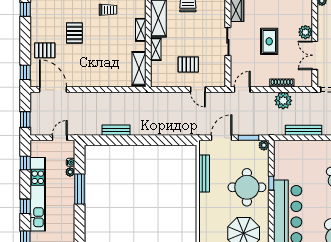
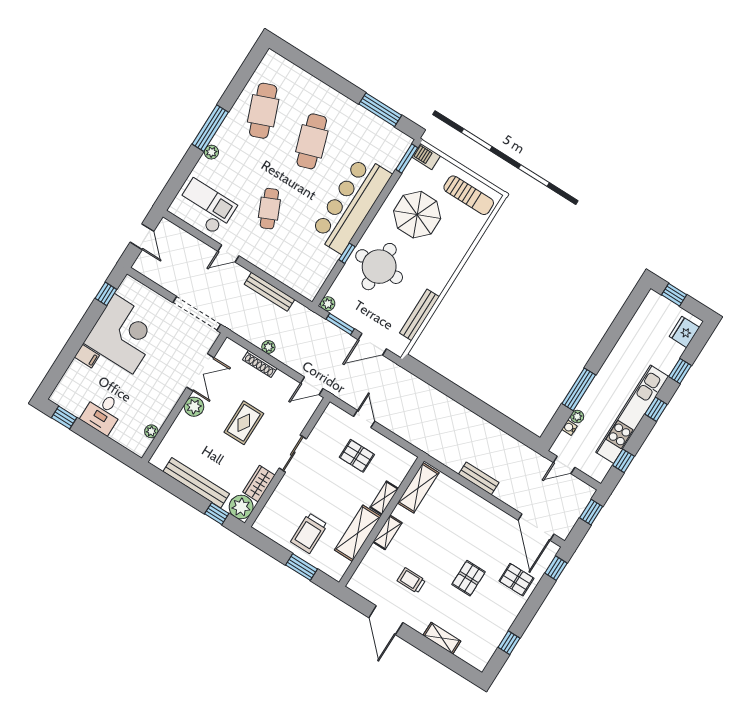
plant: (283, 101) -> (268, 347), width x0.53, depth x0.53
bench: (116, 130) -> (479, 478), moved

